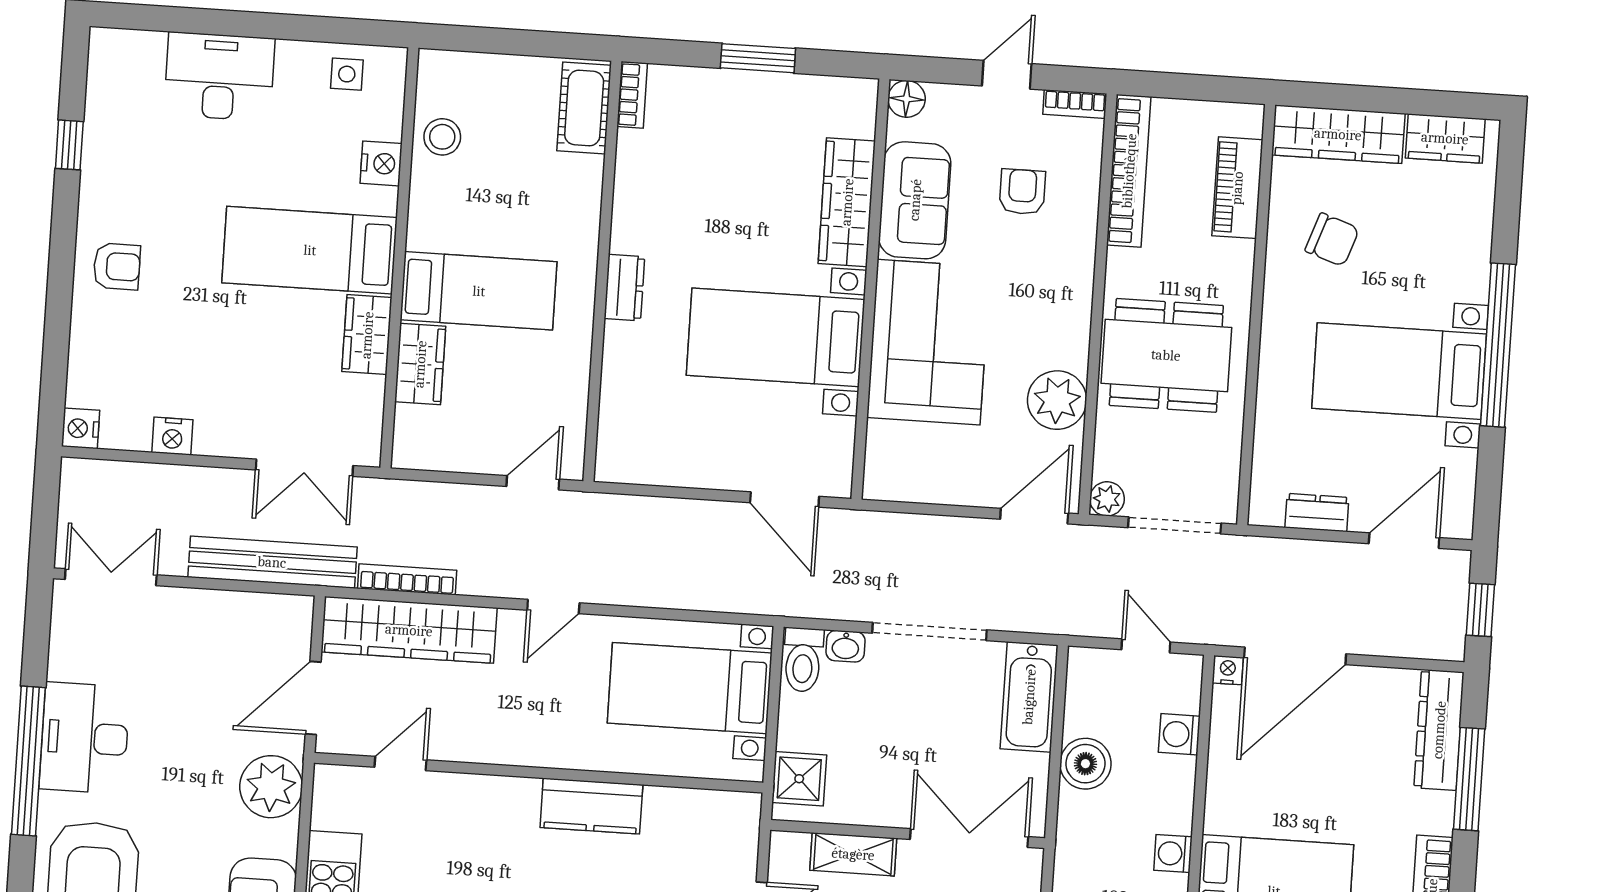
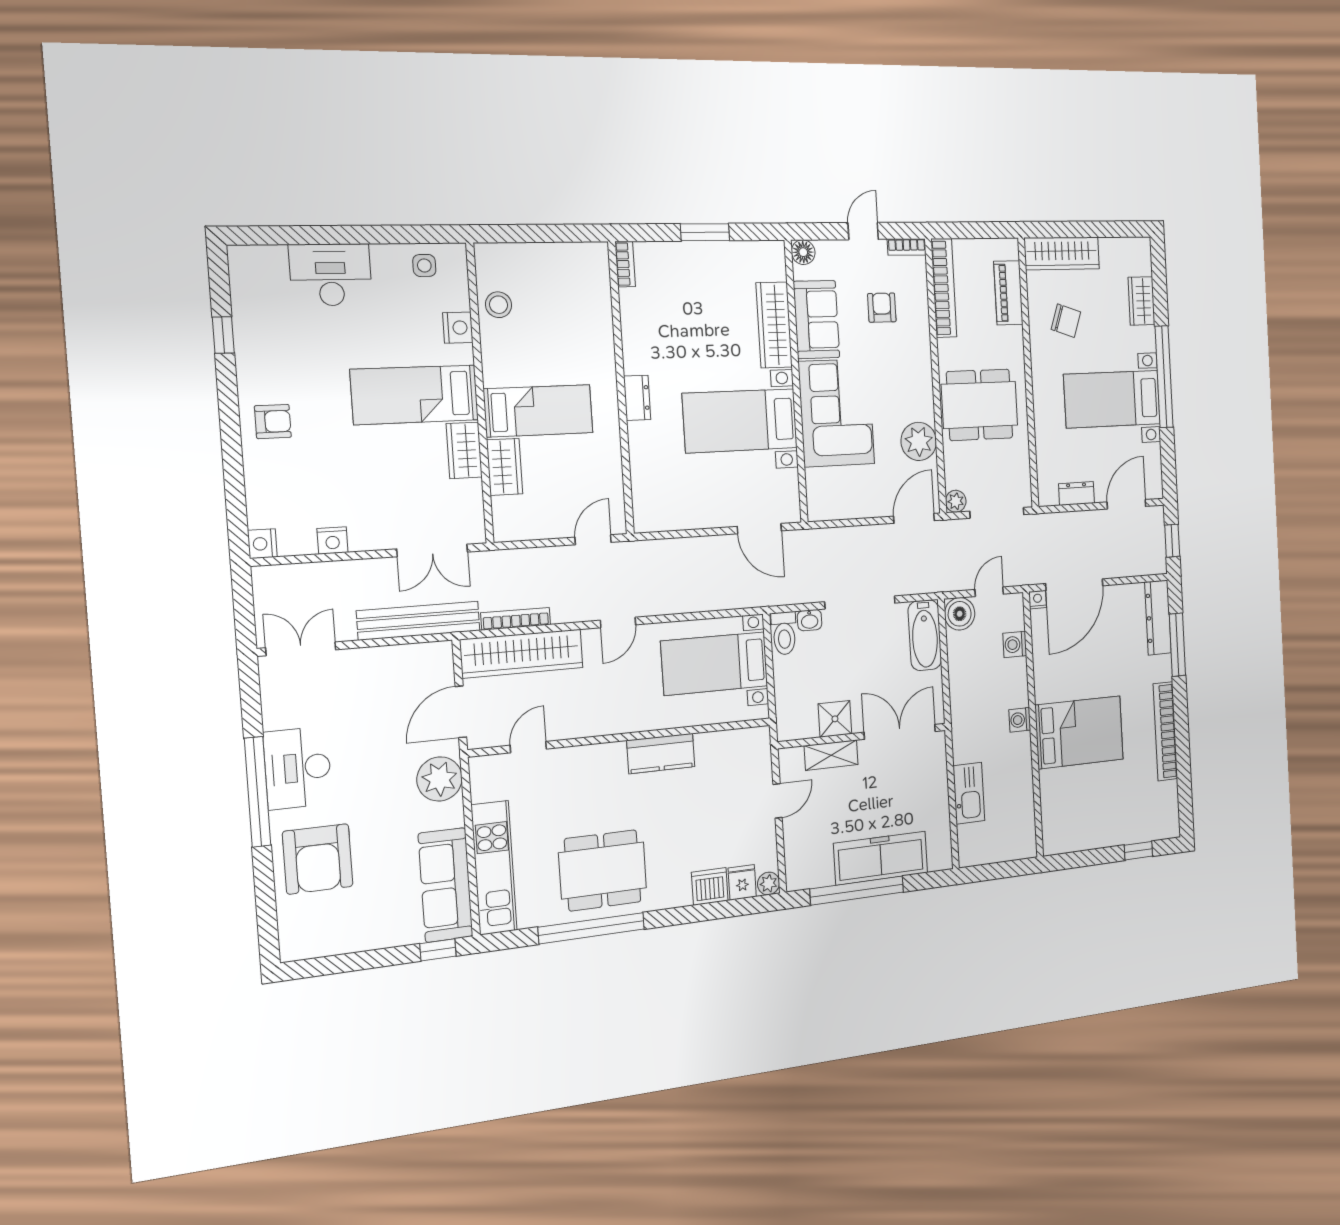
cot: (584, 108) -> (594, 276), removed
wardrobe: (1445, 138) -> (1141, 301), moved, turned 90
door: (1146, 646) -> (989, 592), hinge flipped
boiler: (1085, 764) -> (960, 614), moved
shower: (799, 779) -> (835, 719), moved

